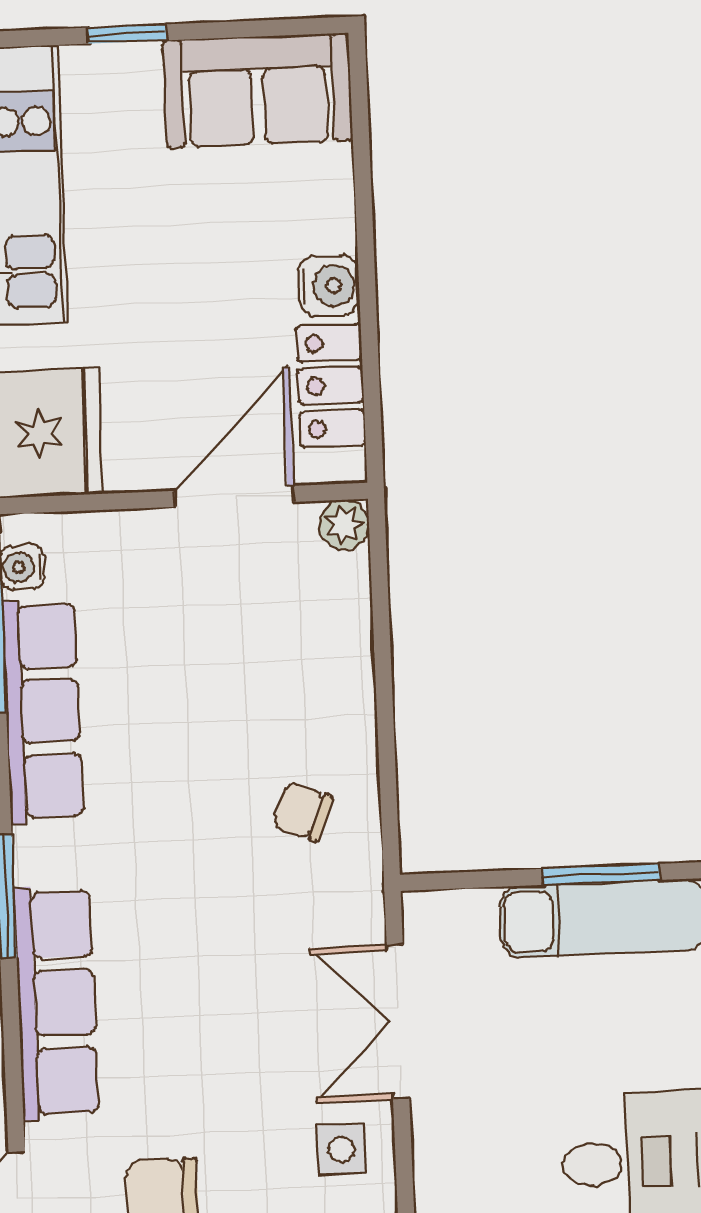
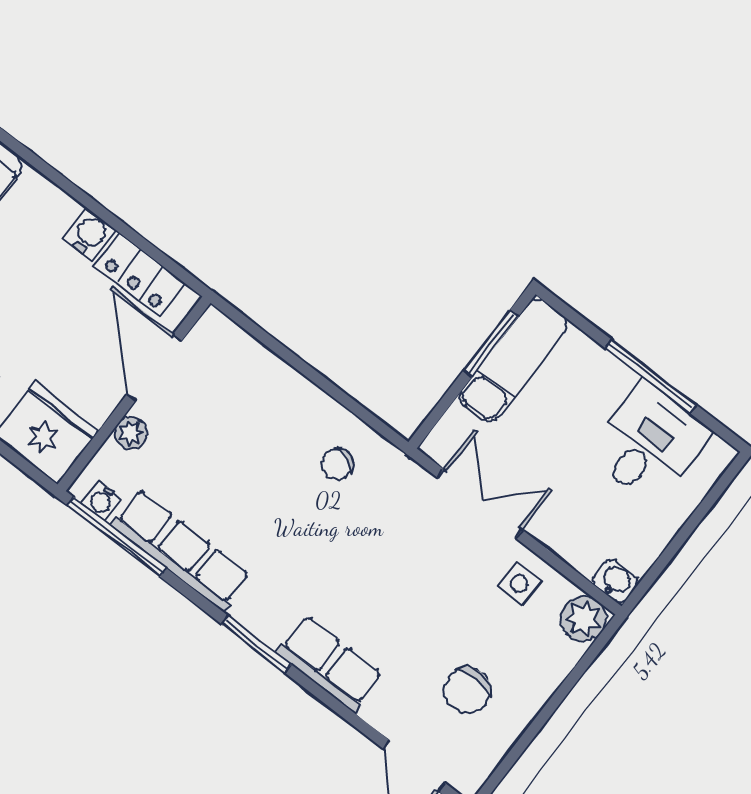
plant: (344, 525) -> (131, 433), moved
row of seats: (56, 1003) -> (330, 664), width x0.68
double door: (398, 1022) -> (480, 504), swing flipped

